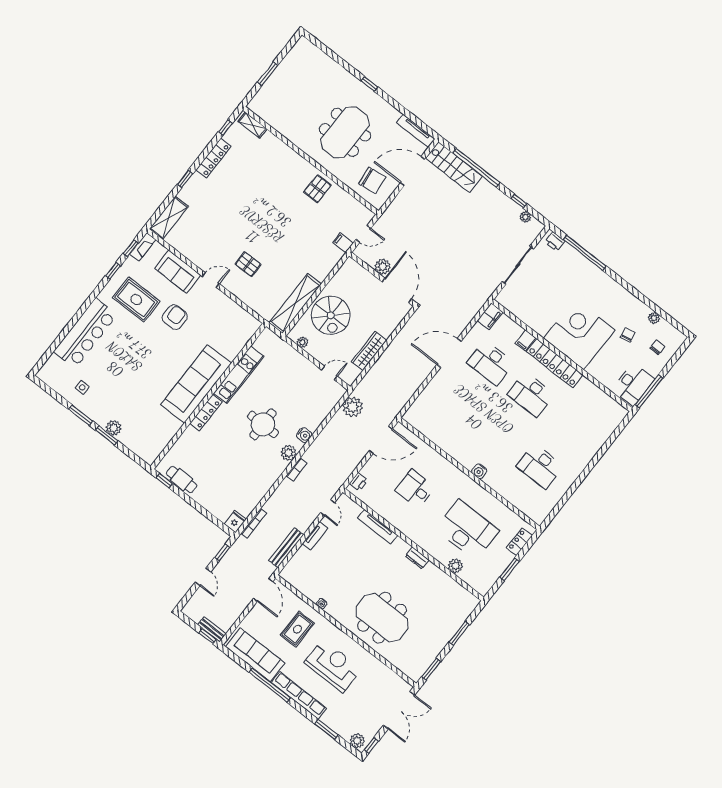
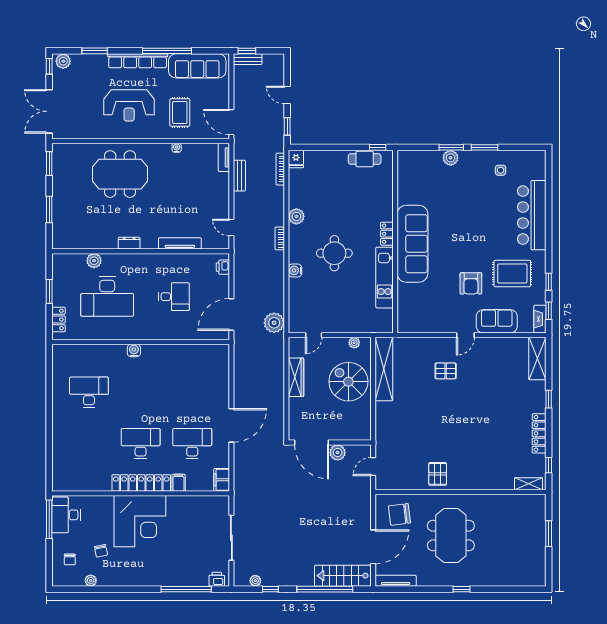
filing cabinet: (343, 243) -> (384, 447), removed
locker: (206, 413) -> (387, 234), width x0.66
plant: (289, 453) -> (296, 216), moved
tv unit: (315, 536) -> (224, 157), moved
bench: (286, 548) -> (239, 176), width x0.73

